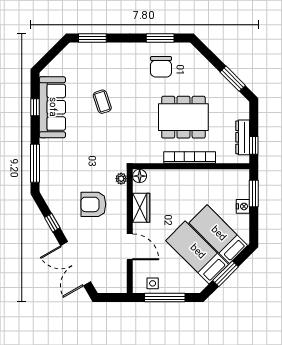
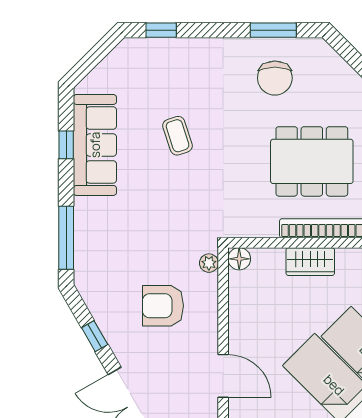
window: (92, 38) -> (161, 30), width x0.67
wardrobe: (141, 208) -> (310, 262), moved, turned 90

